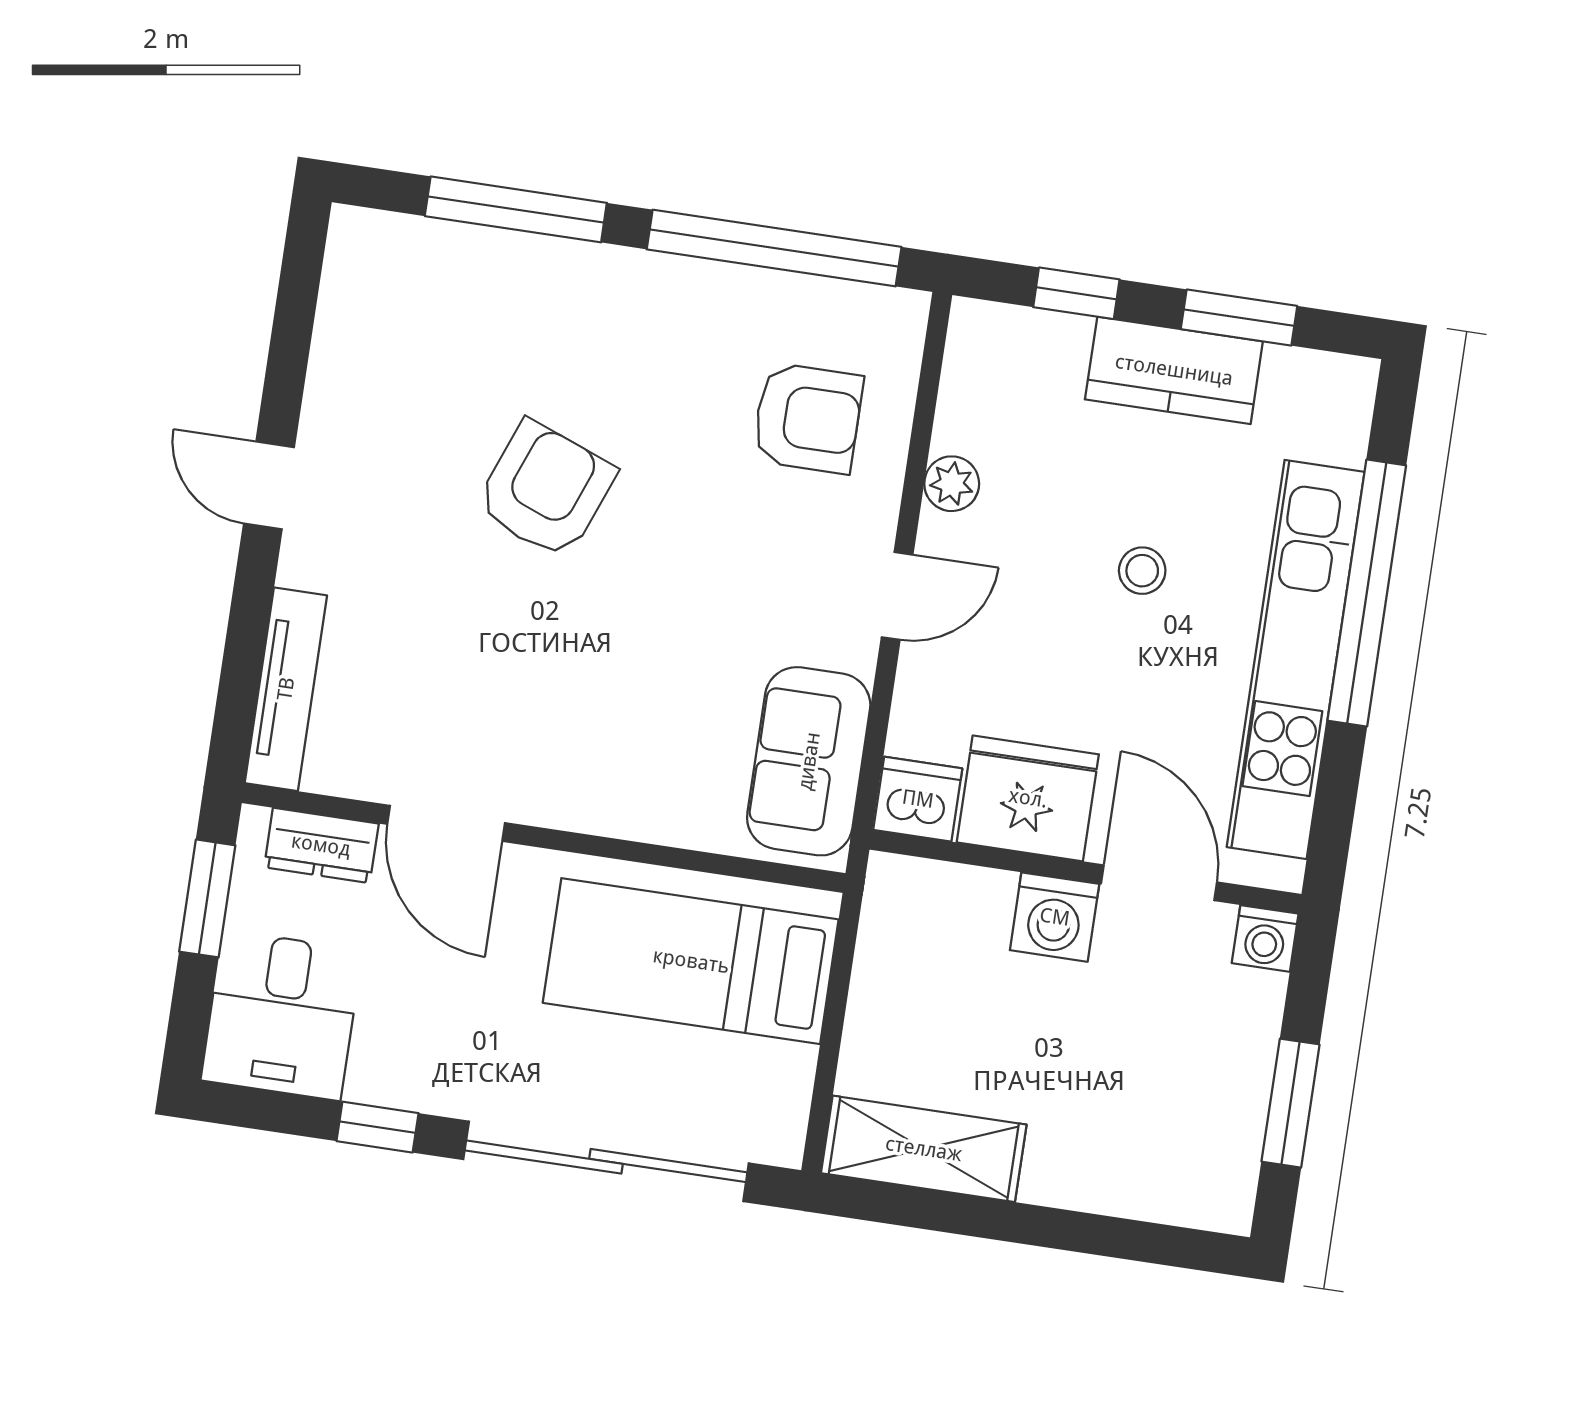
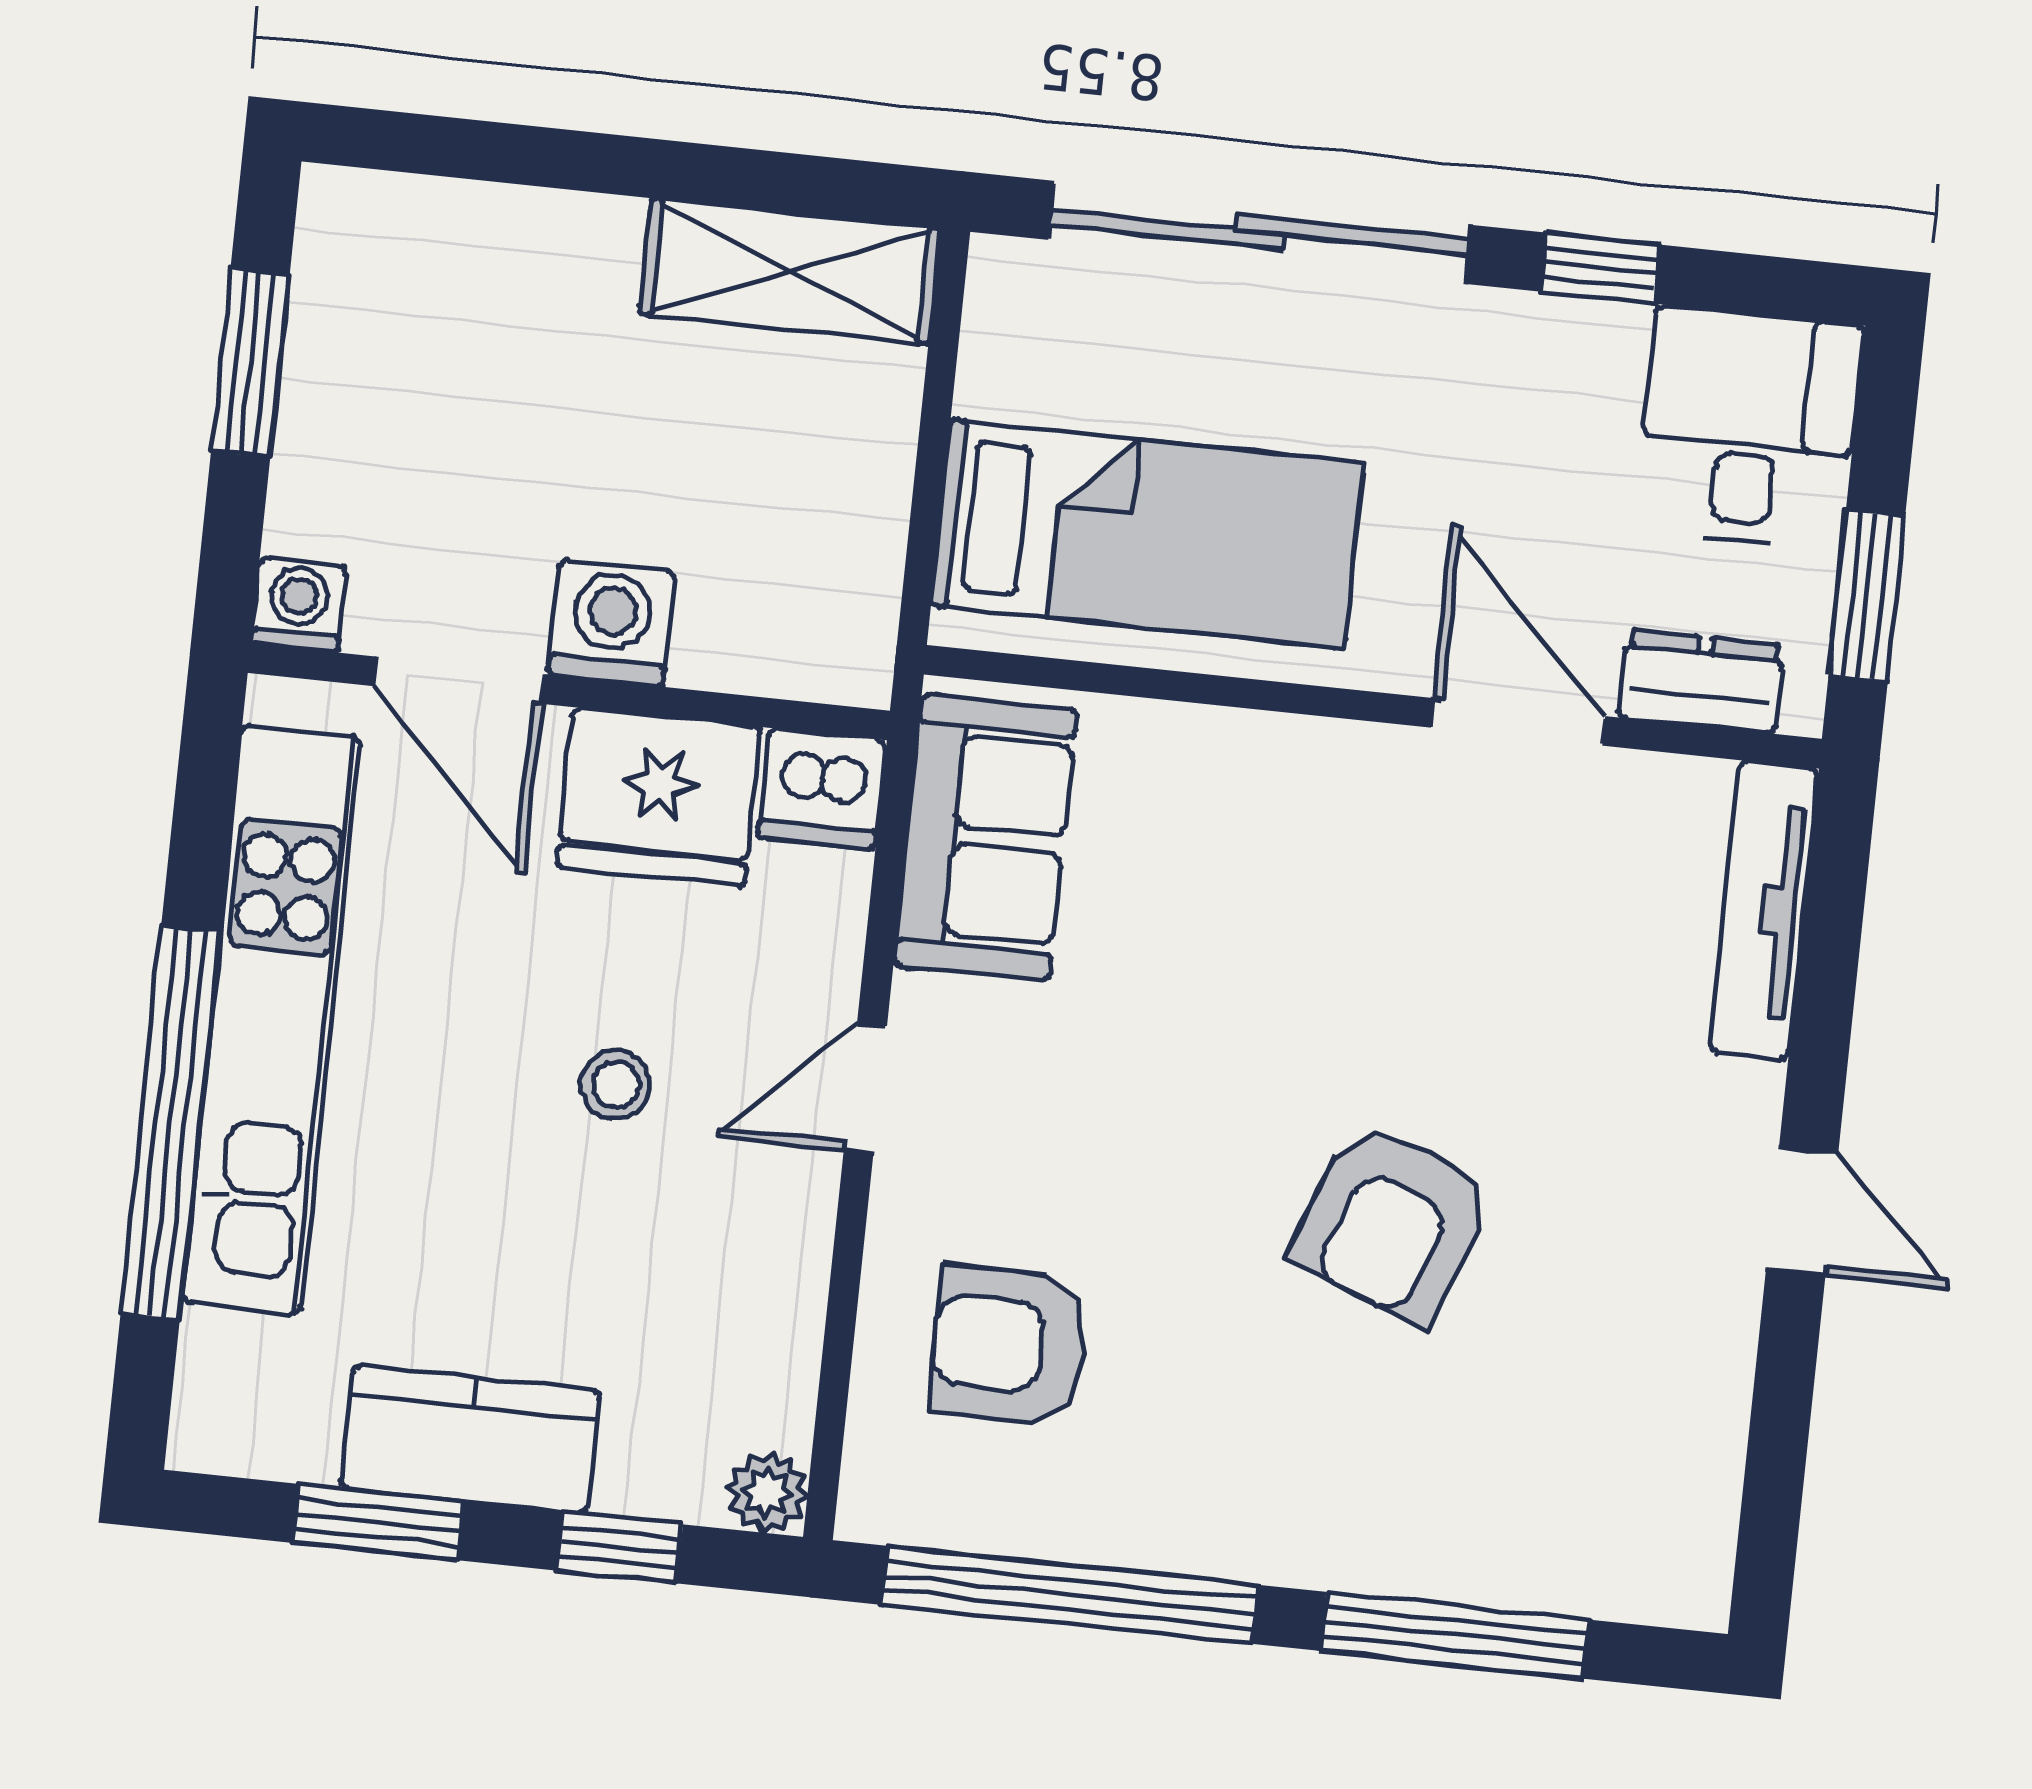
plant: (952, 484) -> (767, 1492), moved
stool: (1142, 571) -> (616, 1085), moved

